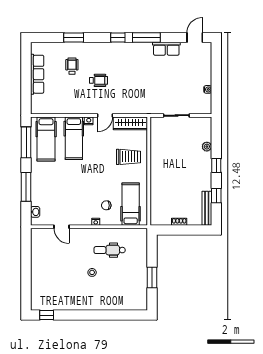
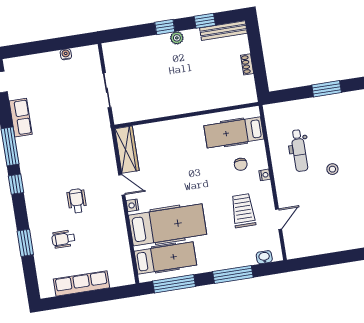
hospital bed: (74, 138) -> (168, 225), width x1.37, depth x1.29
plant: (207, 147) -> (177, 38), moved
trolley: (129, 157) -> (243, 211), moved

